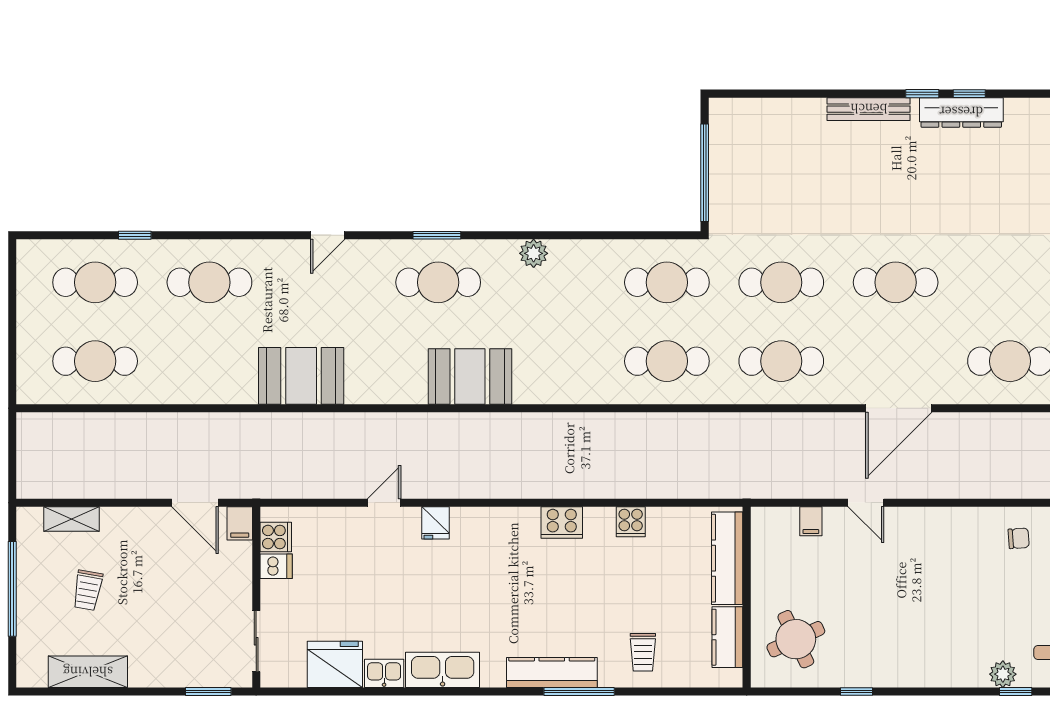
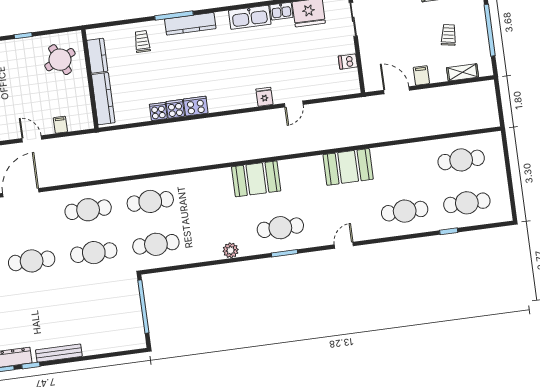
filing cabinet: (240, 523) -> (421, 75), moved
cooker: (276, 537) -> (175, 109), moved, turned 90

